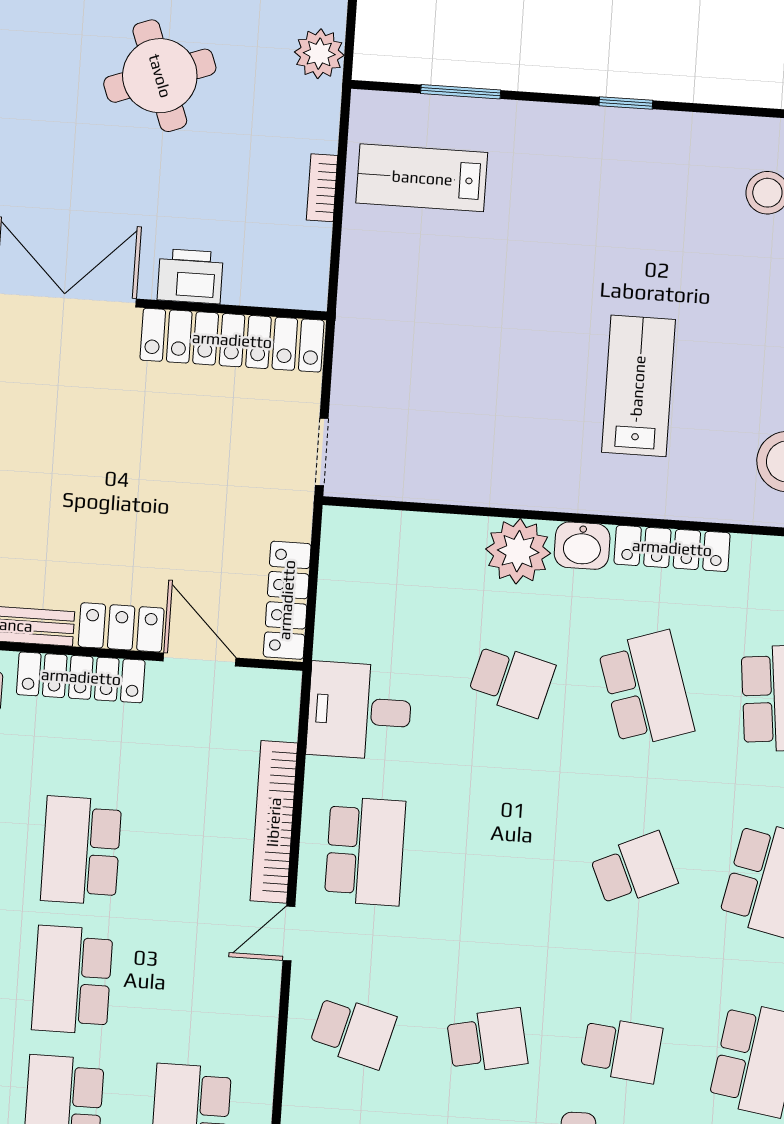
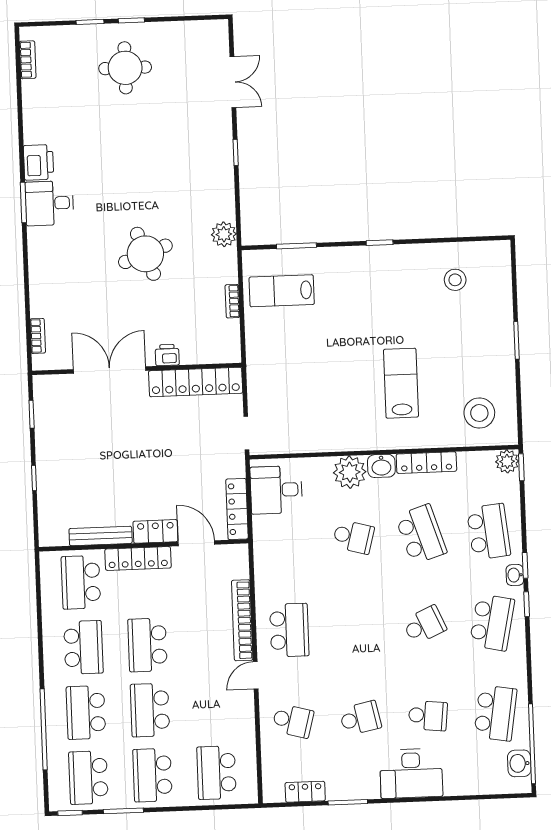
printer: (190, 276) -> (167, 355), width x0.73, depth x0.81
desk: (359, 711) -> (276, 490), moved

